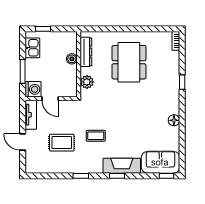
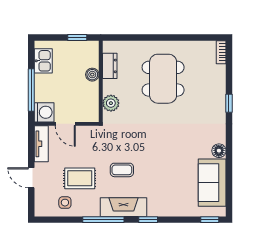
window: (43, 29) -> (77, 37), moved
dresser: (86, 52) -> (110, 66), width x0.70
window: (23, 71) -> (31, 90), width x1.44
side table: (50, 162) -> (65, 203), added
sofa: (160, 162) -> (212, 183), moved, turned -90
fireplace: (122, 166) -> (123, 207), moved
window: (81, 176) -> (103, 220), width x2.17

